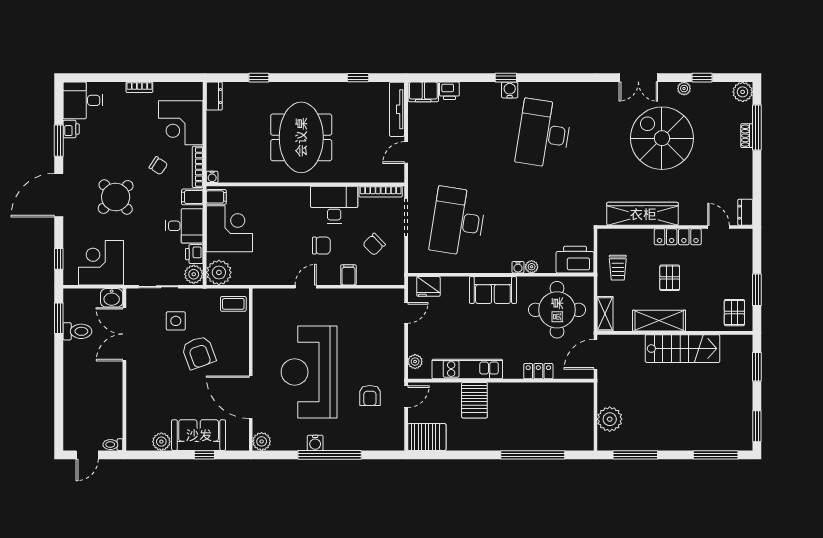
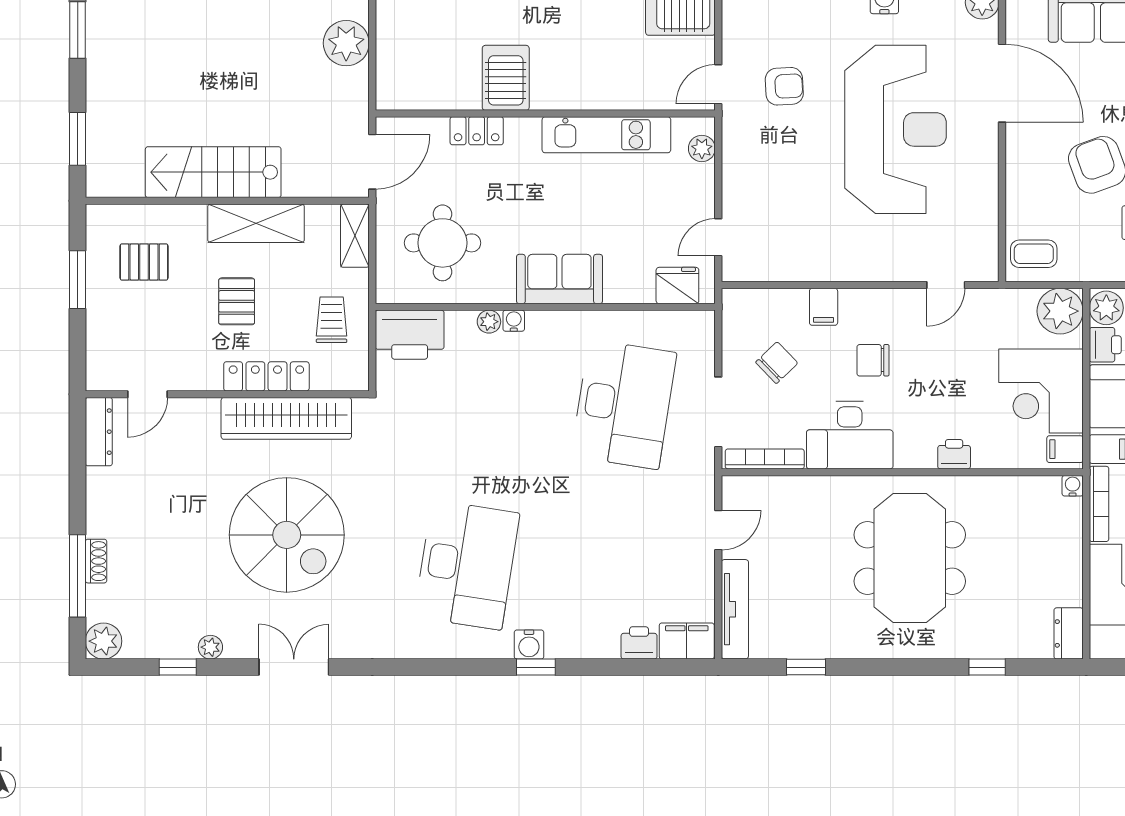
spiral stairs: (662, 138) -> (287, 535), moved
printer: (277, 194) -> (954, 454), added
dresser: (745, 212) -> (99, 432), width x1.44
door: (718, 227) -> (148, 394), hinge flipped
locker: (678, 237) -> (266, 376), moved
door: (306, 287) -> (946, 285), moved
round table: (557, 310) -> (443, 243), width x0.73, depth x0.73
pallet: (734, 313) -> (144, 262), moved, turned 90
armchair: (370, 396) -> (784, 86), turned 87
server rack: (474, 400) -> (506, 78), moved

